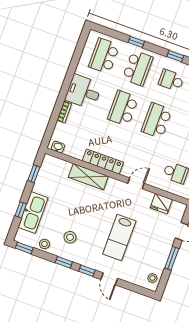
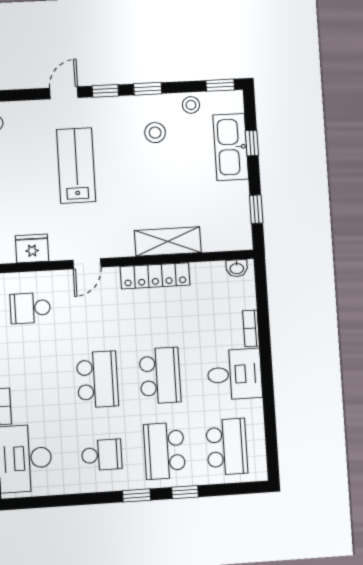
window: (175, 56) -> (137, 495), moved
door: (109, 279) -> (64, 93), hinge flipped

